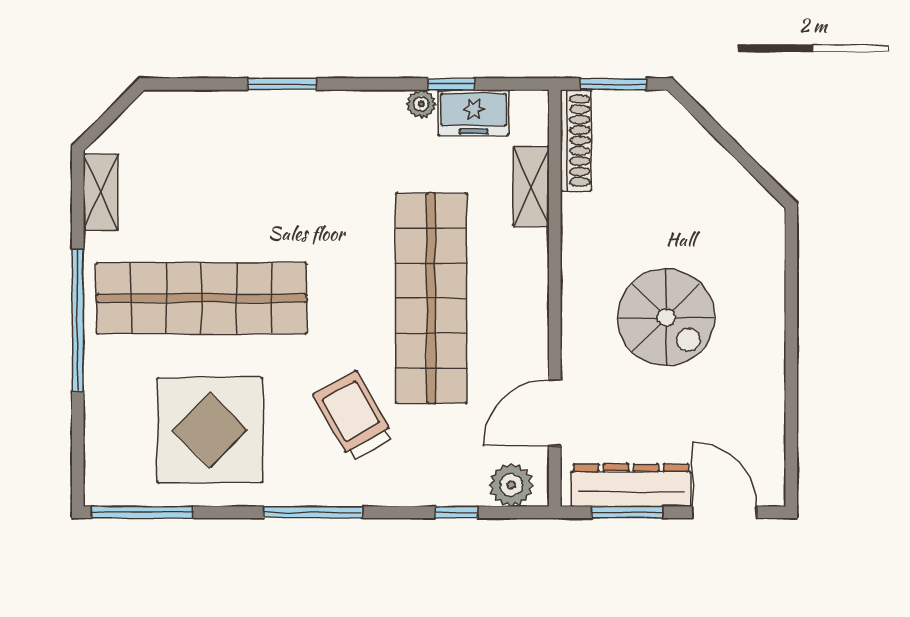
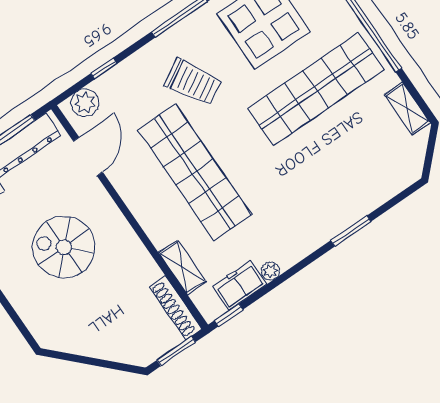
window: (451, 84) -> (229, 315), moved

